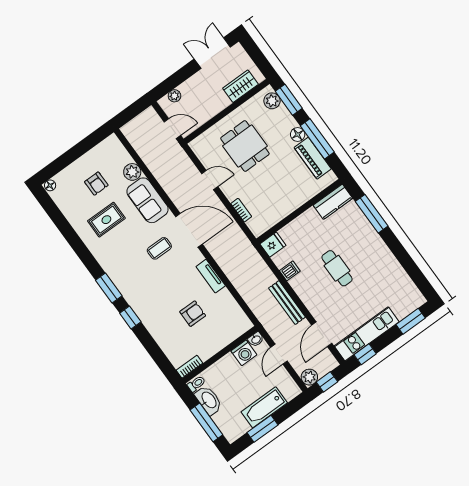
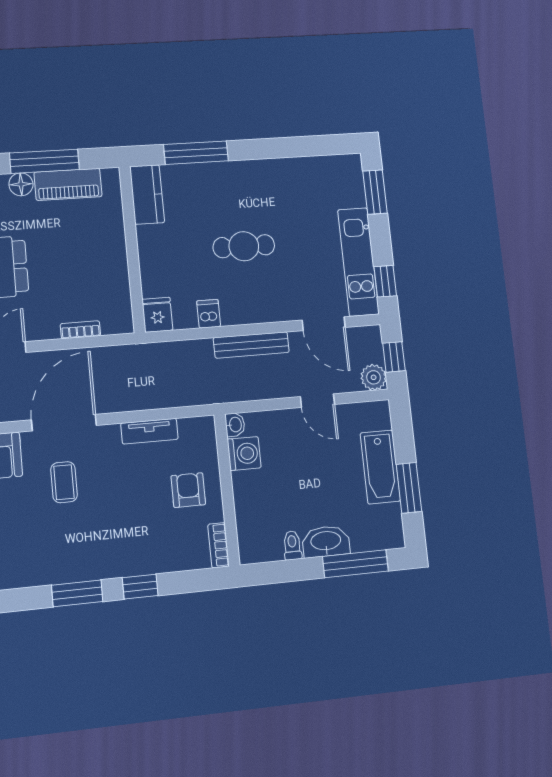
washbasin: (256, 339) -> (235, 425), moved
washing machine: (244, 353) -> (244, 453), moved
wall: (220, 355) -> (227, 490), moved
bookcase: (189, 367) -> (218, 545), moved

